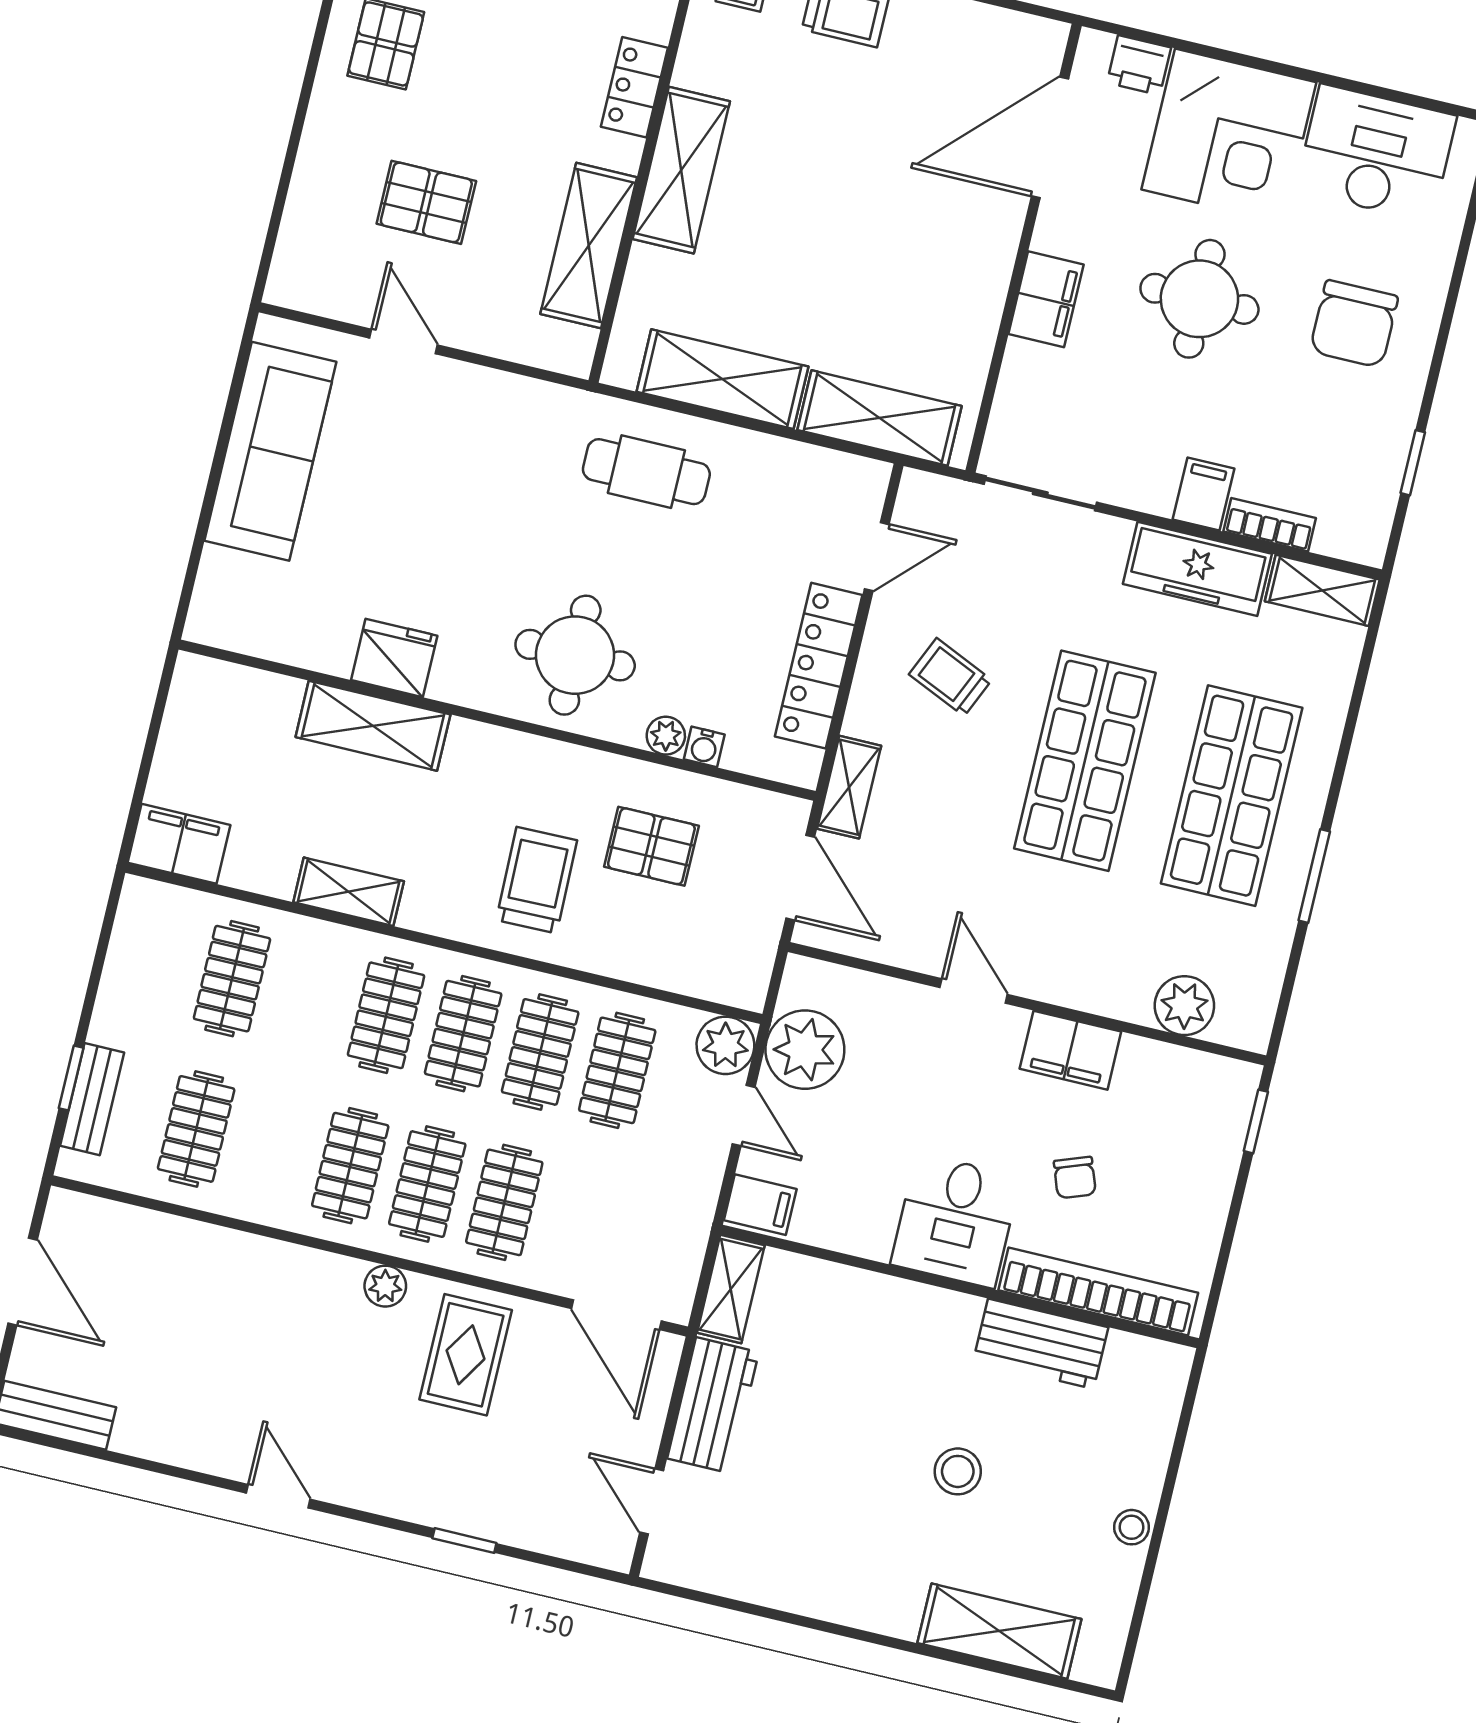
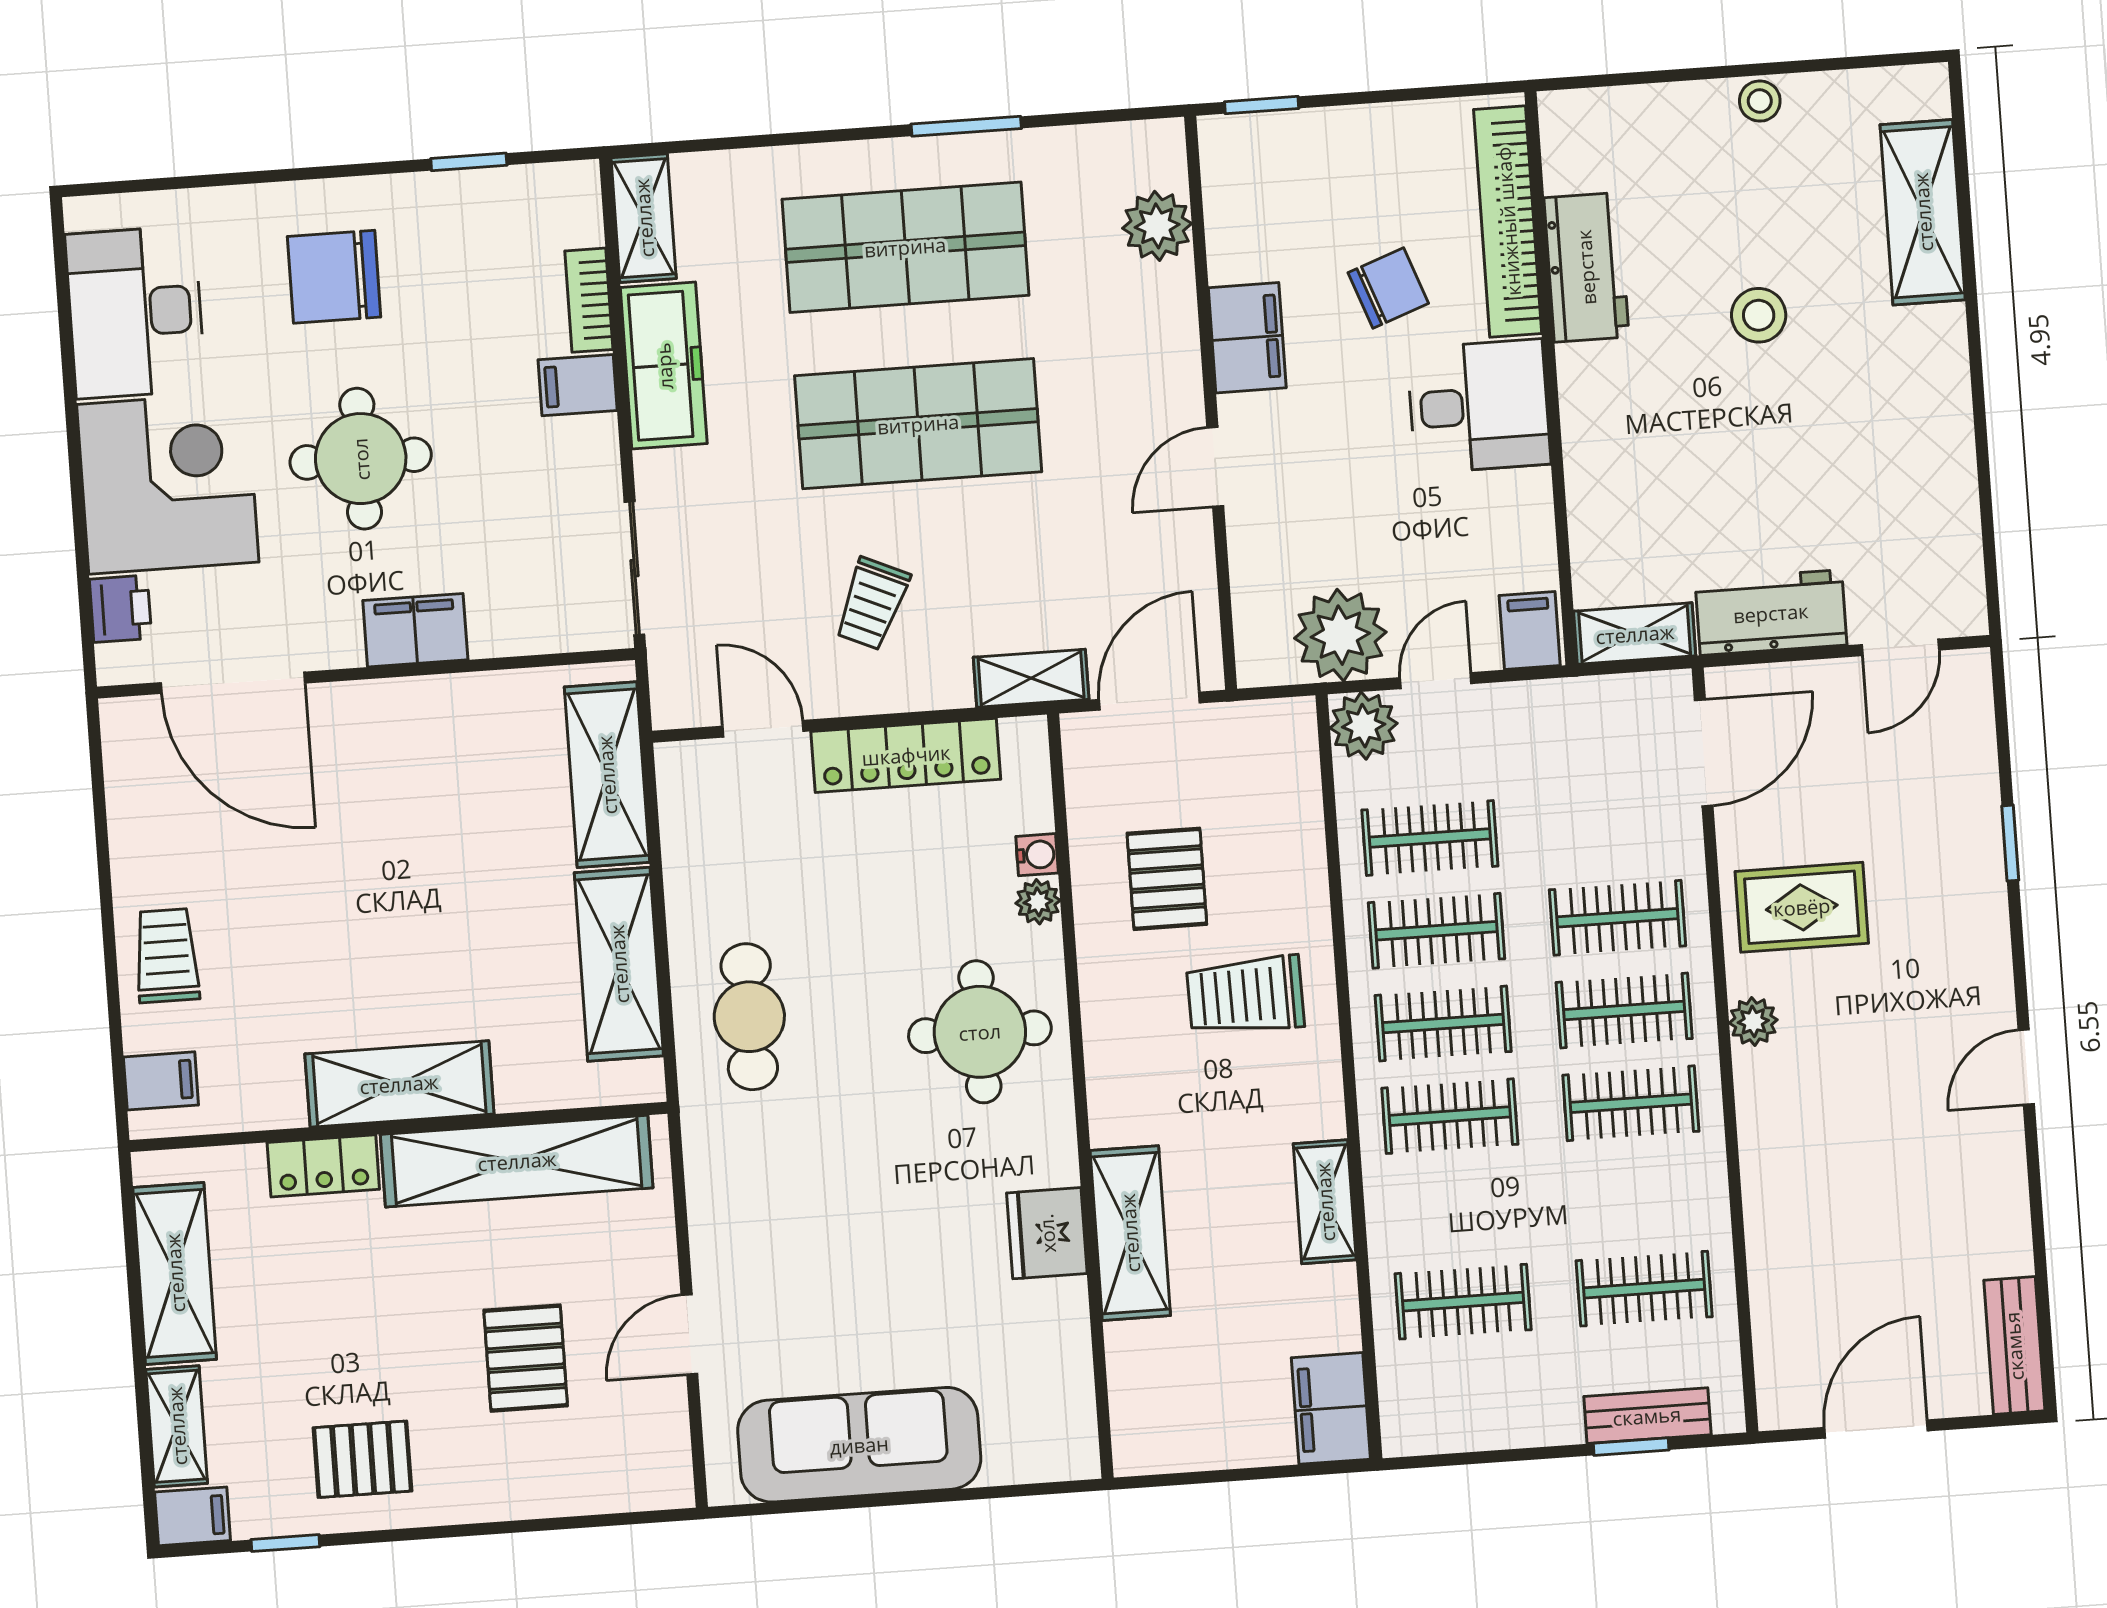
shelving: (589, 246) -> (517, 1161), width x1.47
chair: (1354, 324) -> (334, 277), turned 180
chair: (1075, 1178) -> (1388, 288), width x1.37, depth x1.37

